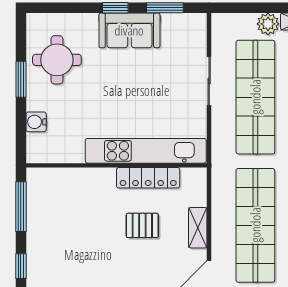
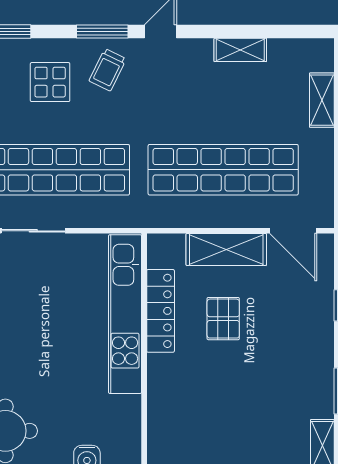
shelving: (198, 228) -> (226, 249), width x1.50, depth x1.33

